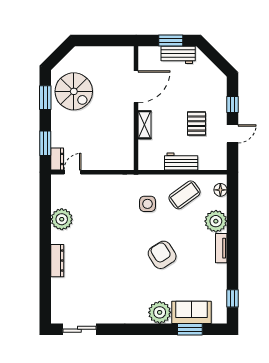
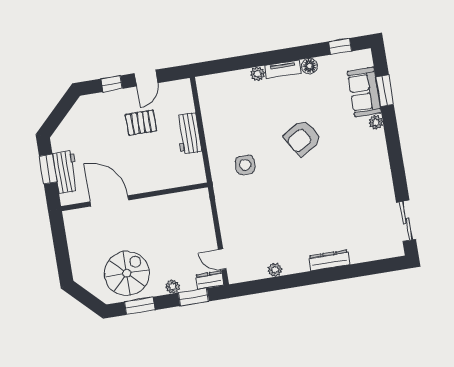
workbench: (178, 55) -> (66, 172), moved
shelving: (145, 125) -> (152, 184), removed
plant: (57, 127) -> (173, 287), added
door: (233, 134) -> (146, 78), swing flipped
floor lamp: (220, 190) -> (310, 66), moved
coffee table: (185, 195) -> (227, 123), removed
plant: (62, 219) -> (275, 270), width x0.53, depth x0.53
plant: (216, 221) -> (257, 74), width x0.53, depth x0.53
plant: (160, 312) -> (376, 122), width x0.53, depth x0.53

